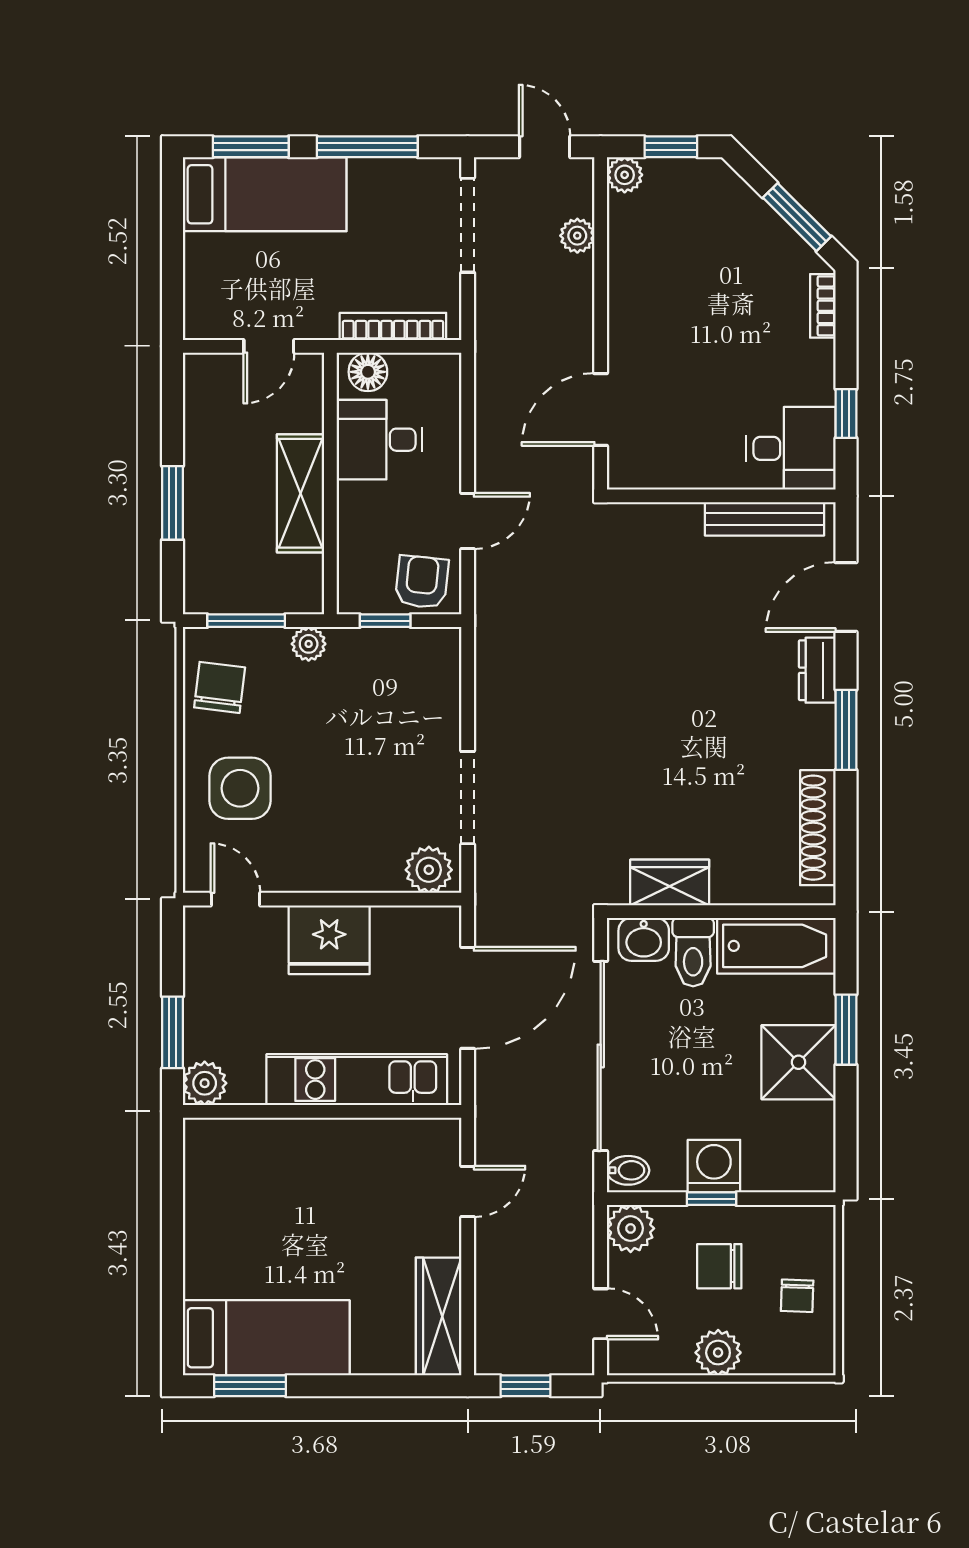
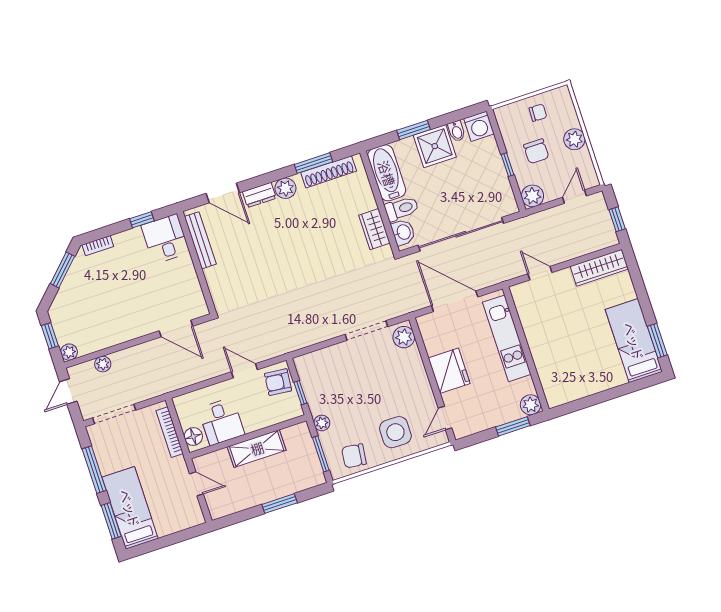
plant: (813, 728) -> (285, 188), added
window: (846, 730) -> (314, 163), moved
washing machine: (714, 1166) -> (479, 126), moved, turned -90
bidet: (628, 1170) -> (457, 131), moved, turned 180

